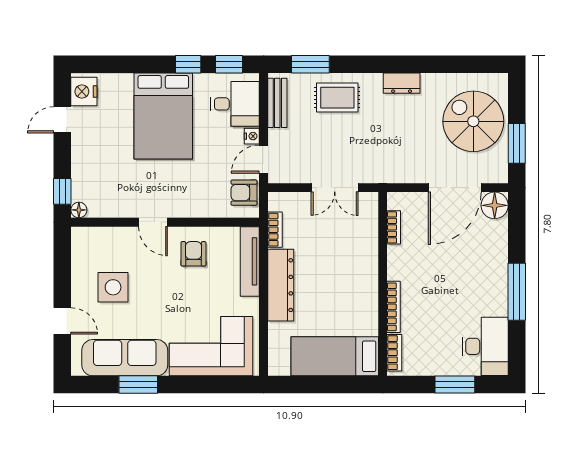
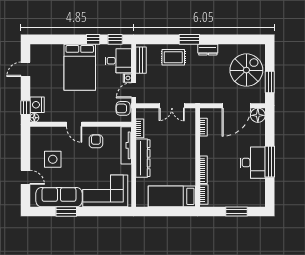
window: (310, 64) -> (189, 39), moved
nightstand: (84, 91) -> (37, 105), moved
spiral stairs: (473, 121) -> (246, 70), turned 90
desk: (485, 346) -> (253, 163), moved

